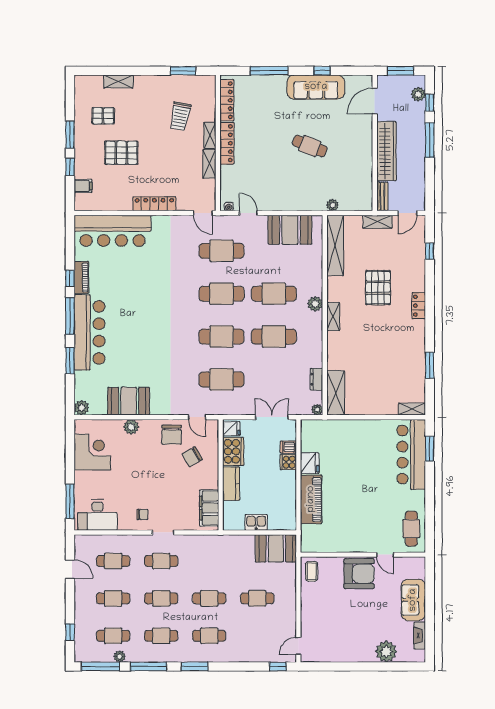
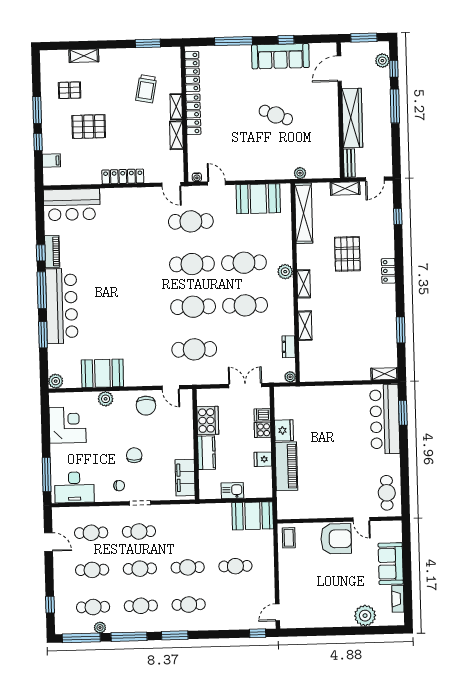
bar counter: (113, 231) -> (72, 205), width x0.73
shelving: (336, 393) -> (305, 326), moved, width x0.67, depth x0.75
fridge: (231, 429) -> (263, 459), moved, turned 180
chair: (192, 457) -> (134, 455), moved, turned 122

